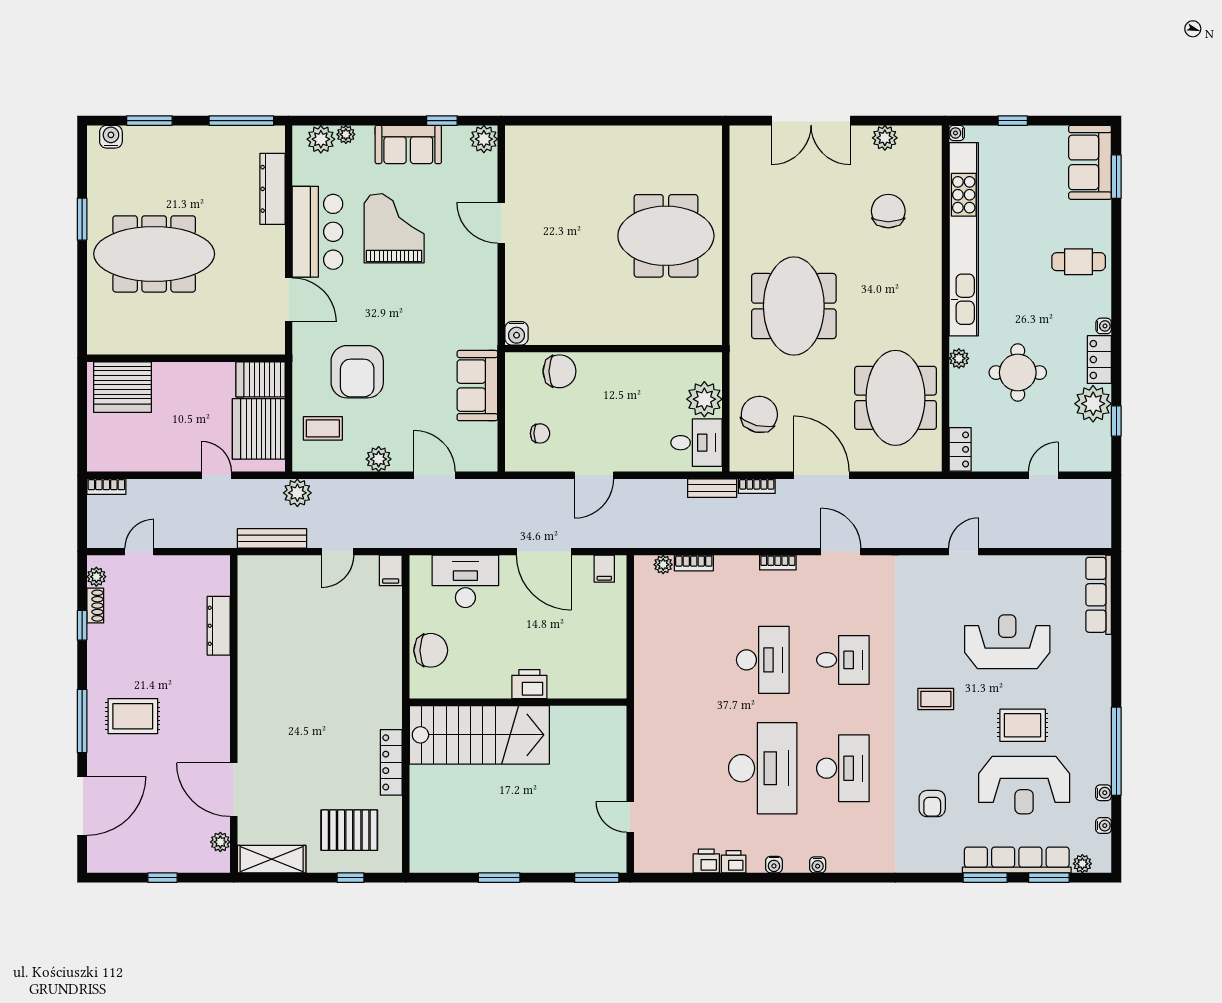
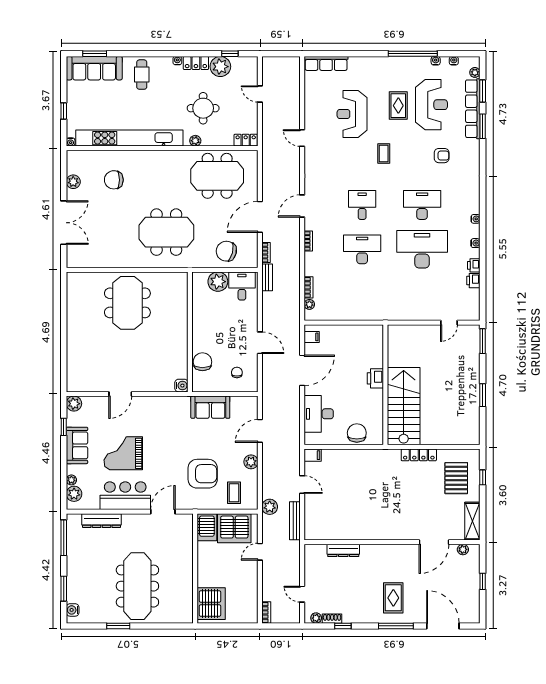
sofa: (1090, 162) -> (94, 68), width x1.36

